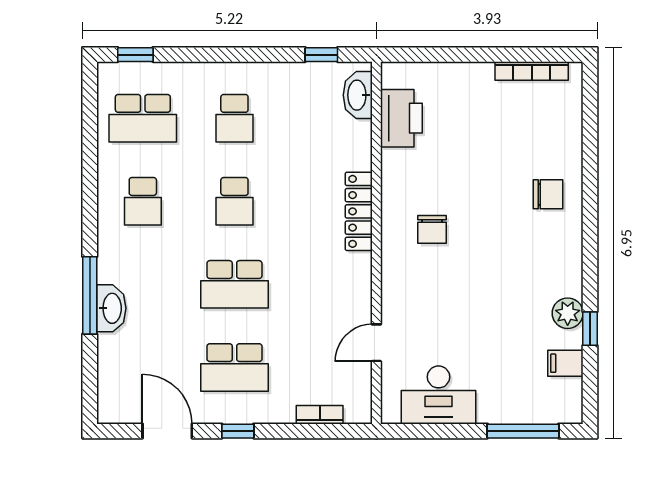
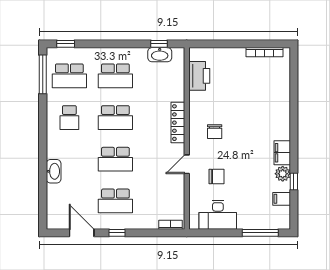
washbasin: (358, 95) -> (160, 55), moved, turned -90
school desk: (234, 118) -> (115, 76), width x1.85
chair: (548, 194) -> (217, 177), moved
school desk: (234, 201) -> (115, 118), width x1.85
filing cabinet: (567, 271) -> (282, 153), added
window: (90, 295) -> (43, 74), moved
door: (376, 343) -> (187, 164), moved
bookcase: (320, 415) -> (171, 225), moved

